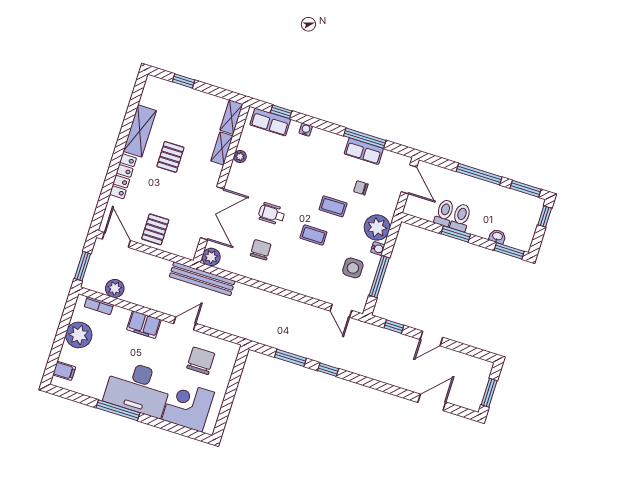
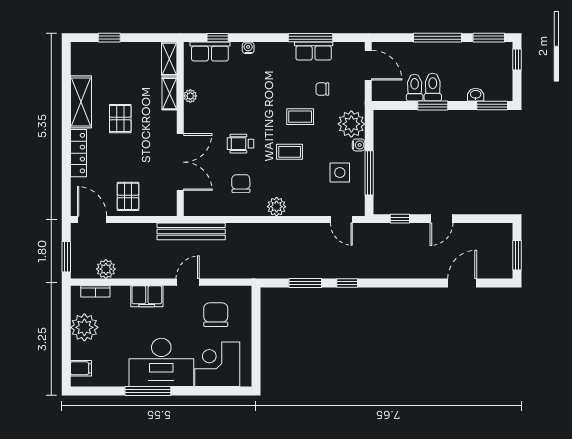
plant: (211, 257) -> (277, 207), moved

